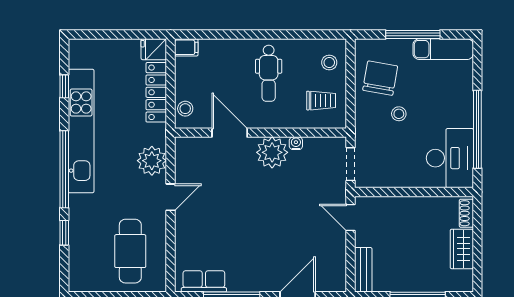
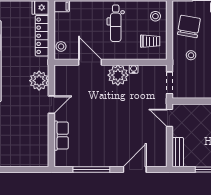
stool: (399, 114) -> (191, 55), moved
cafe table: (130, 251) -> (25, 140), removed
row of seats: (204, 281) -> (61, 136), moved, turned 90

